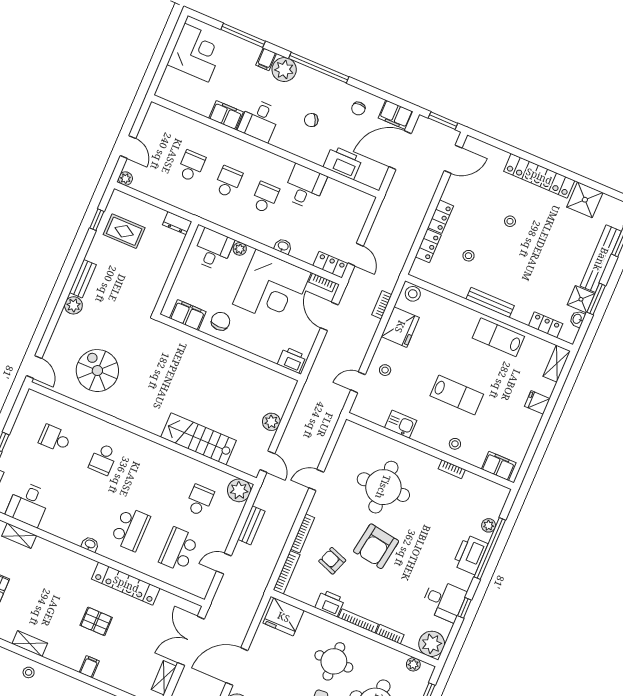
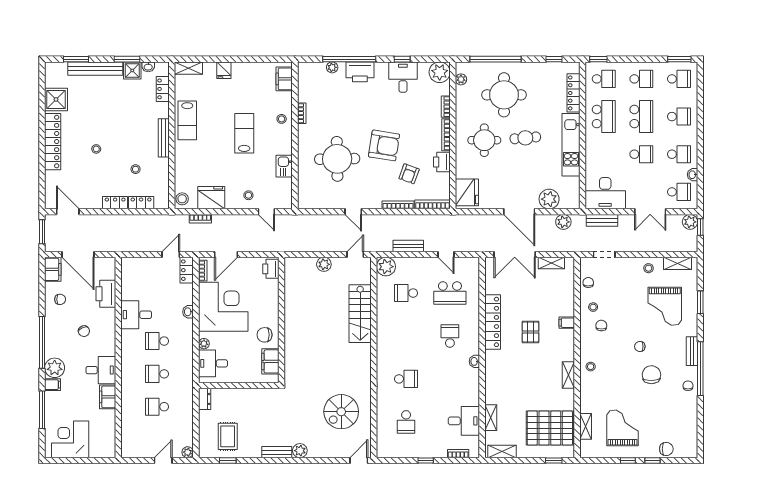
school desk: (130, 529) -> (450, 336), width x0.54

